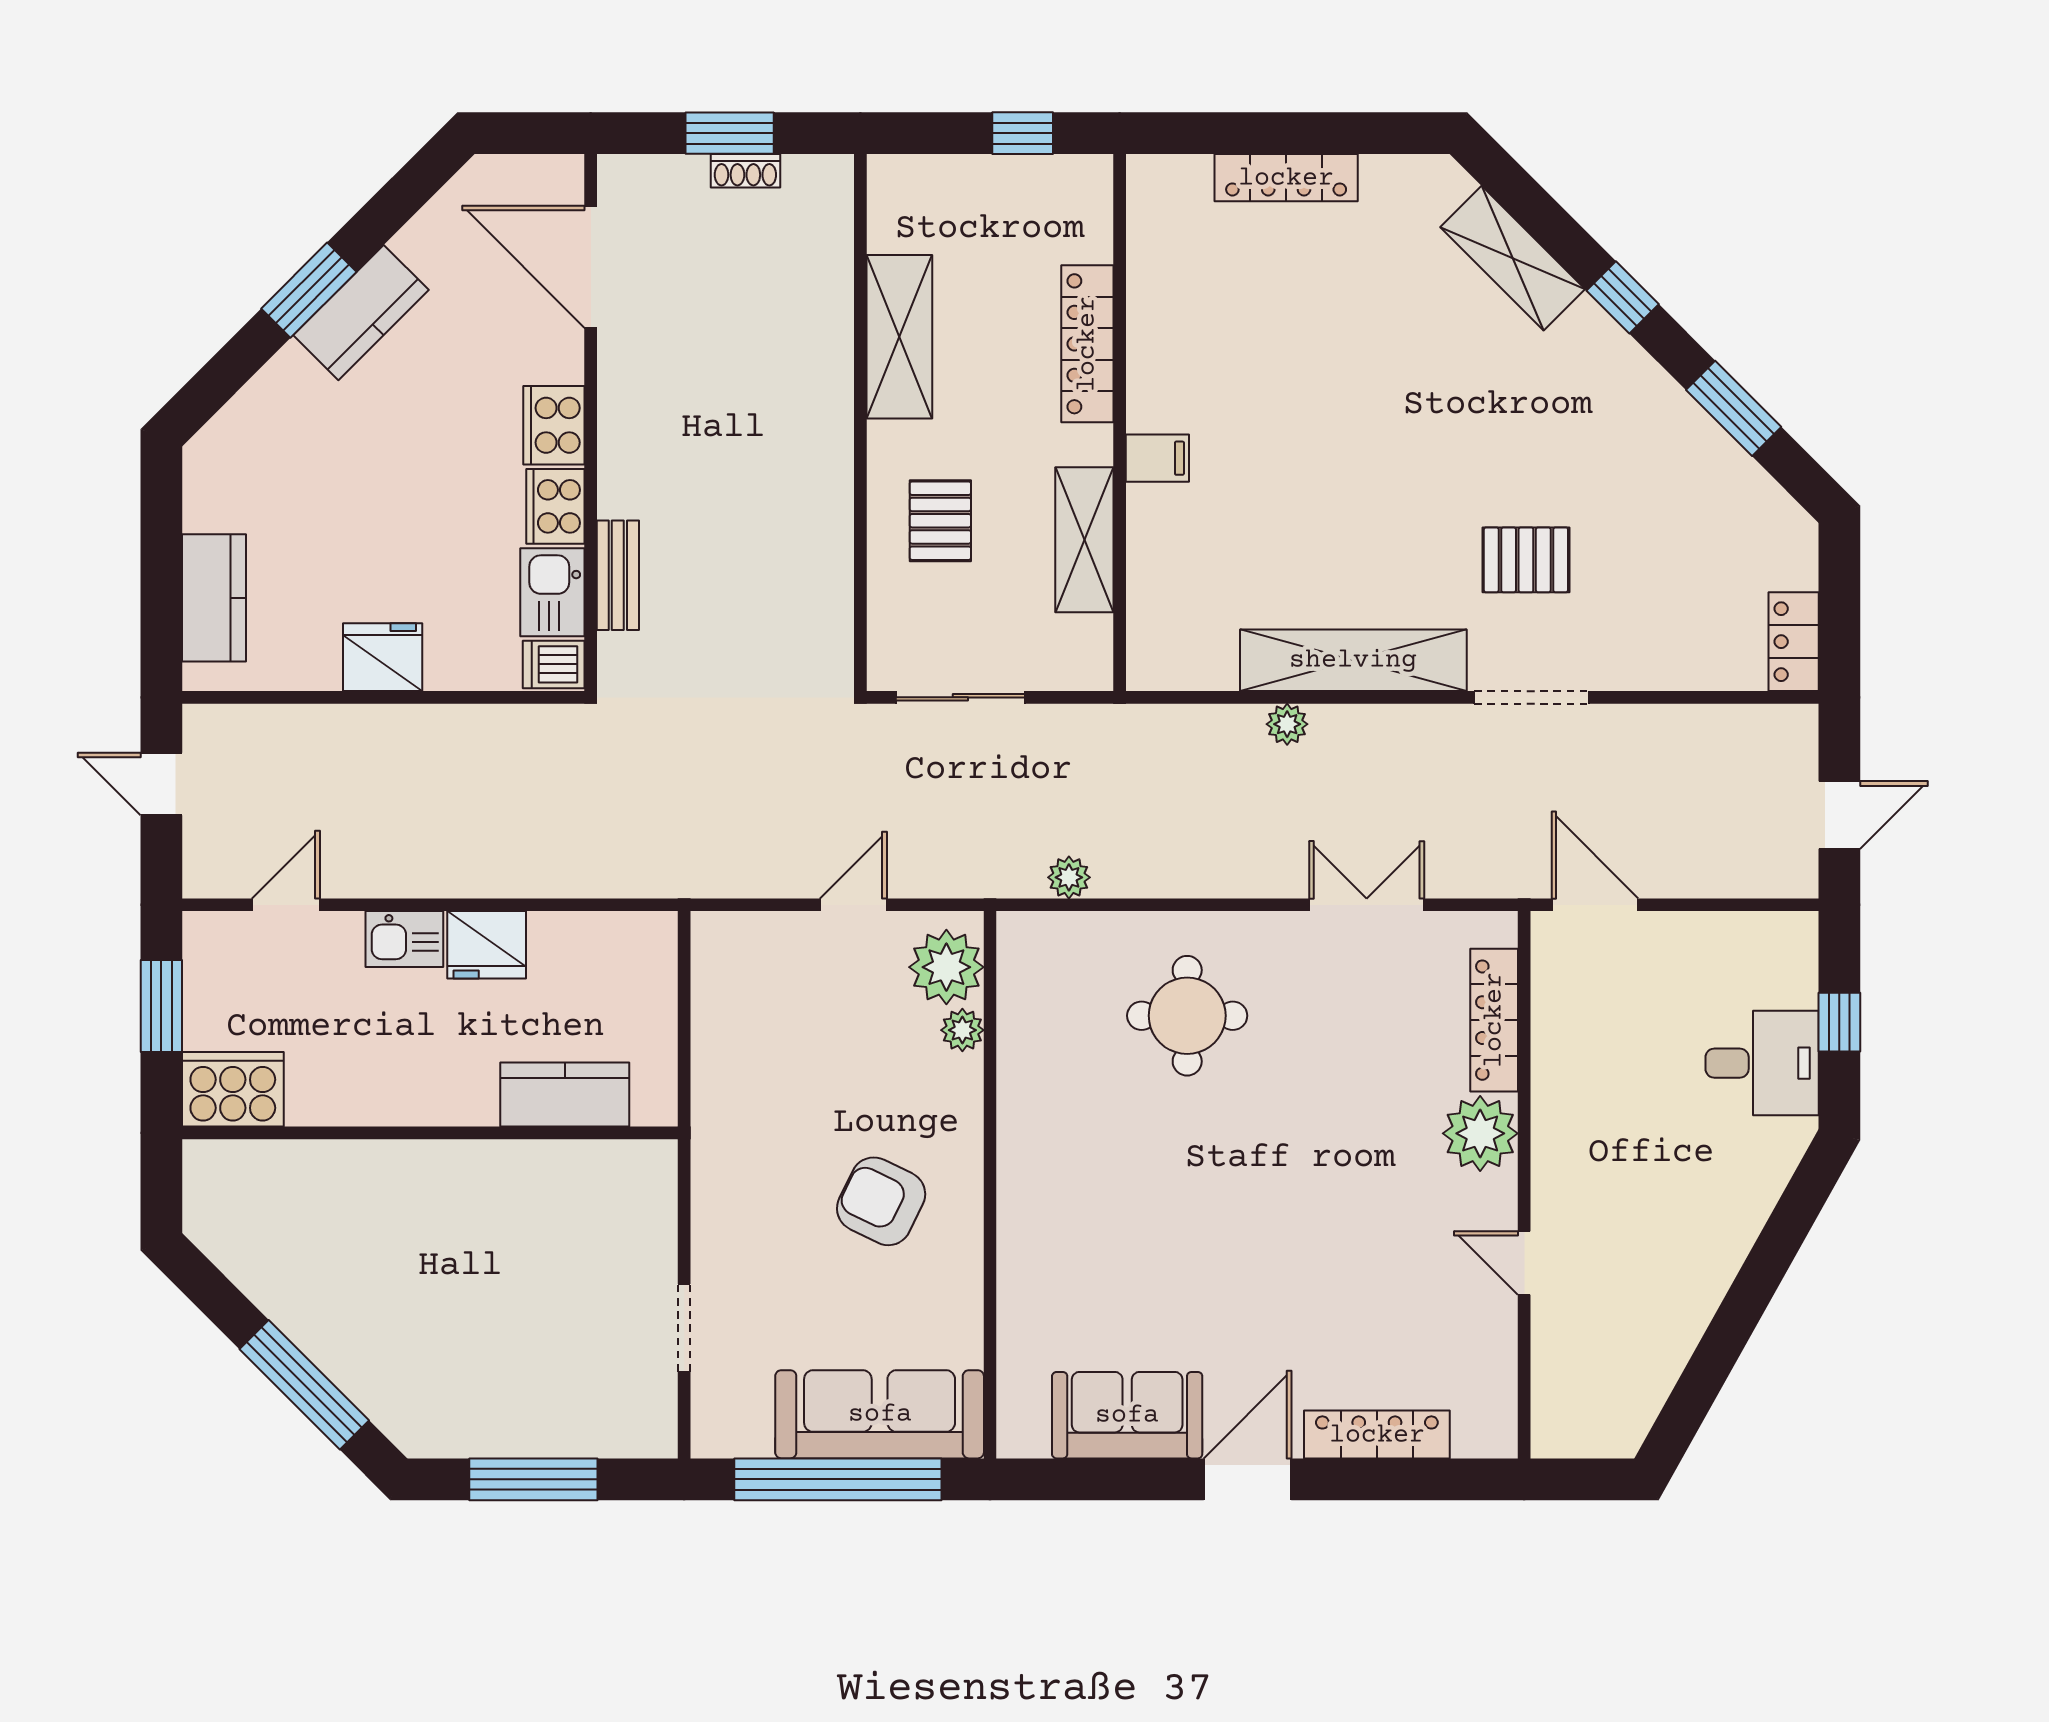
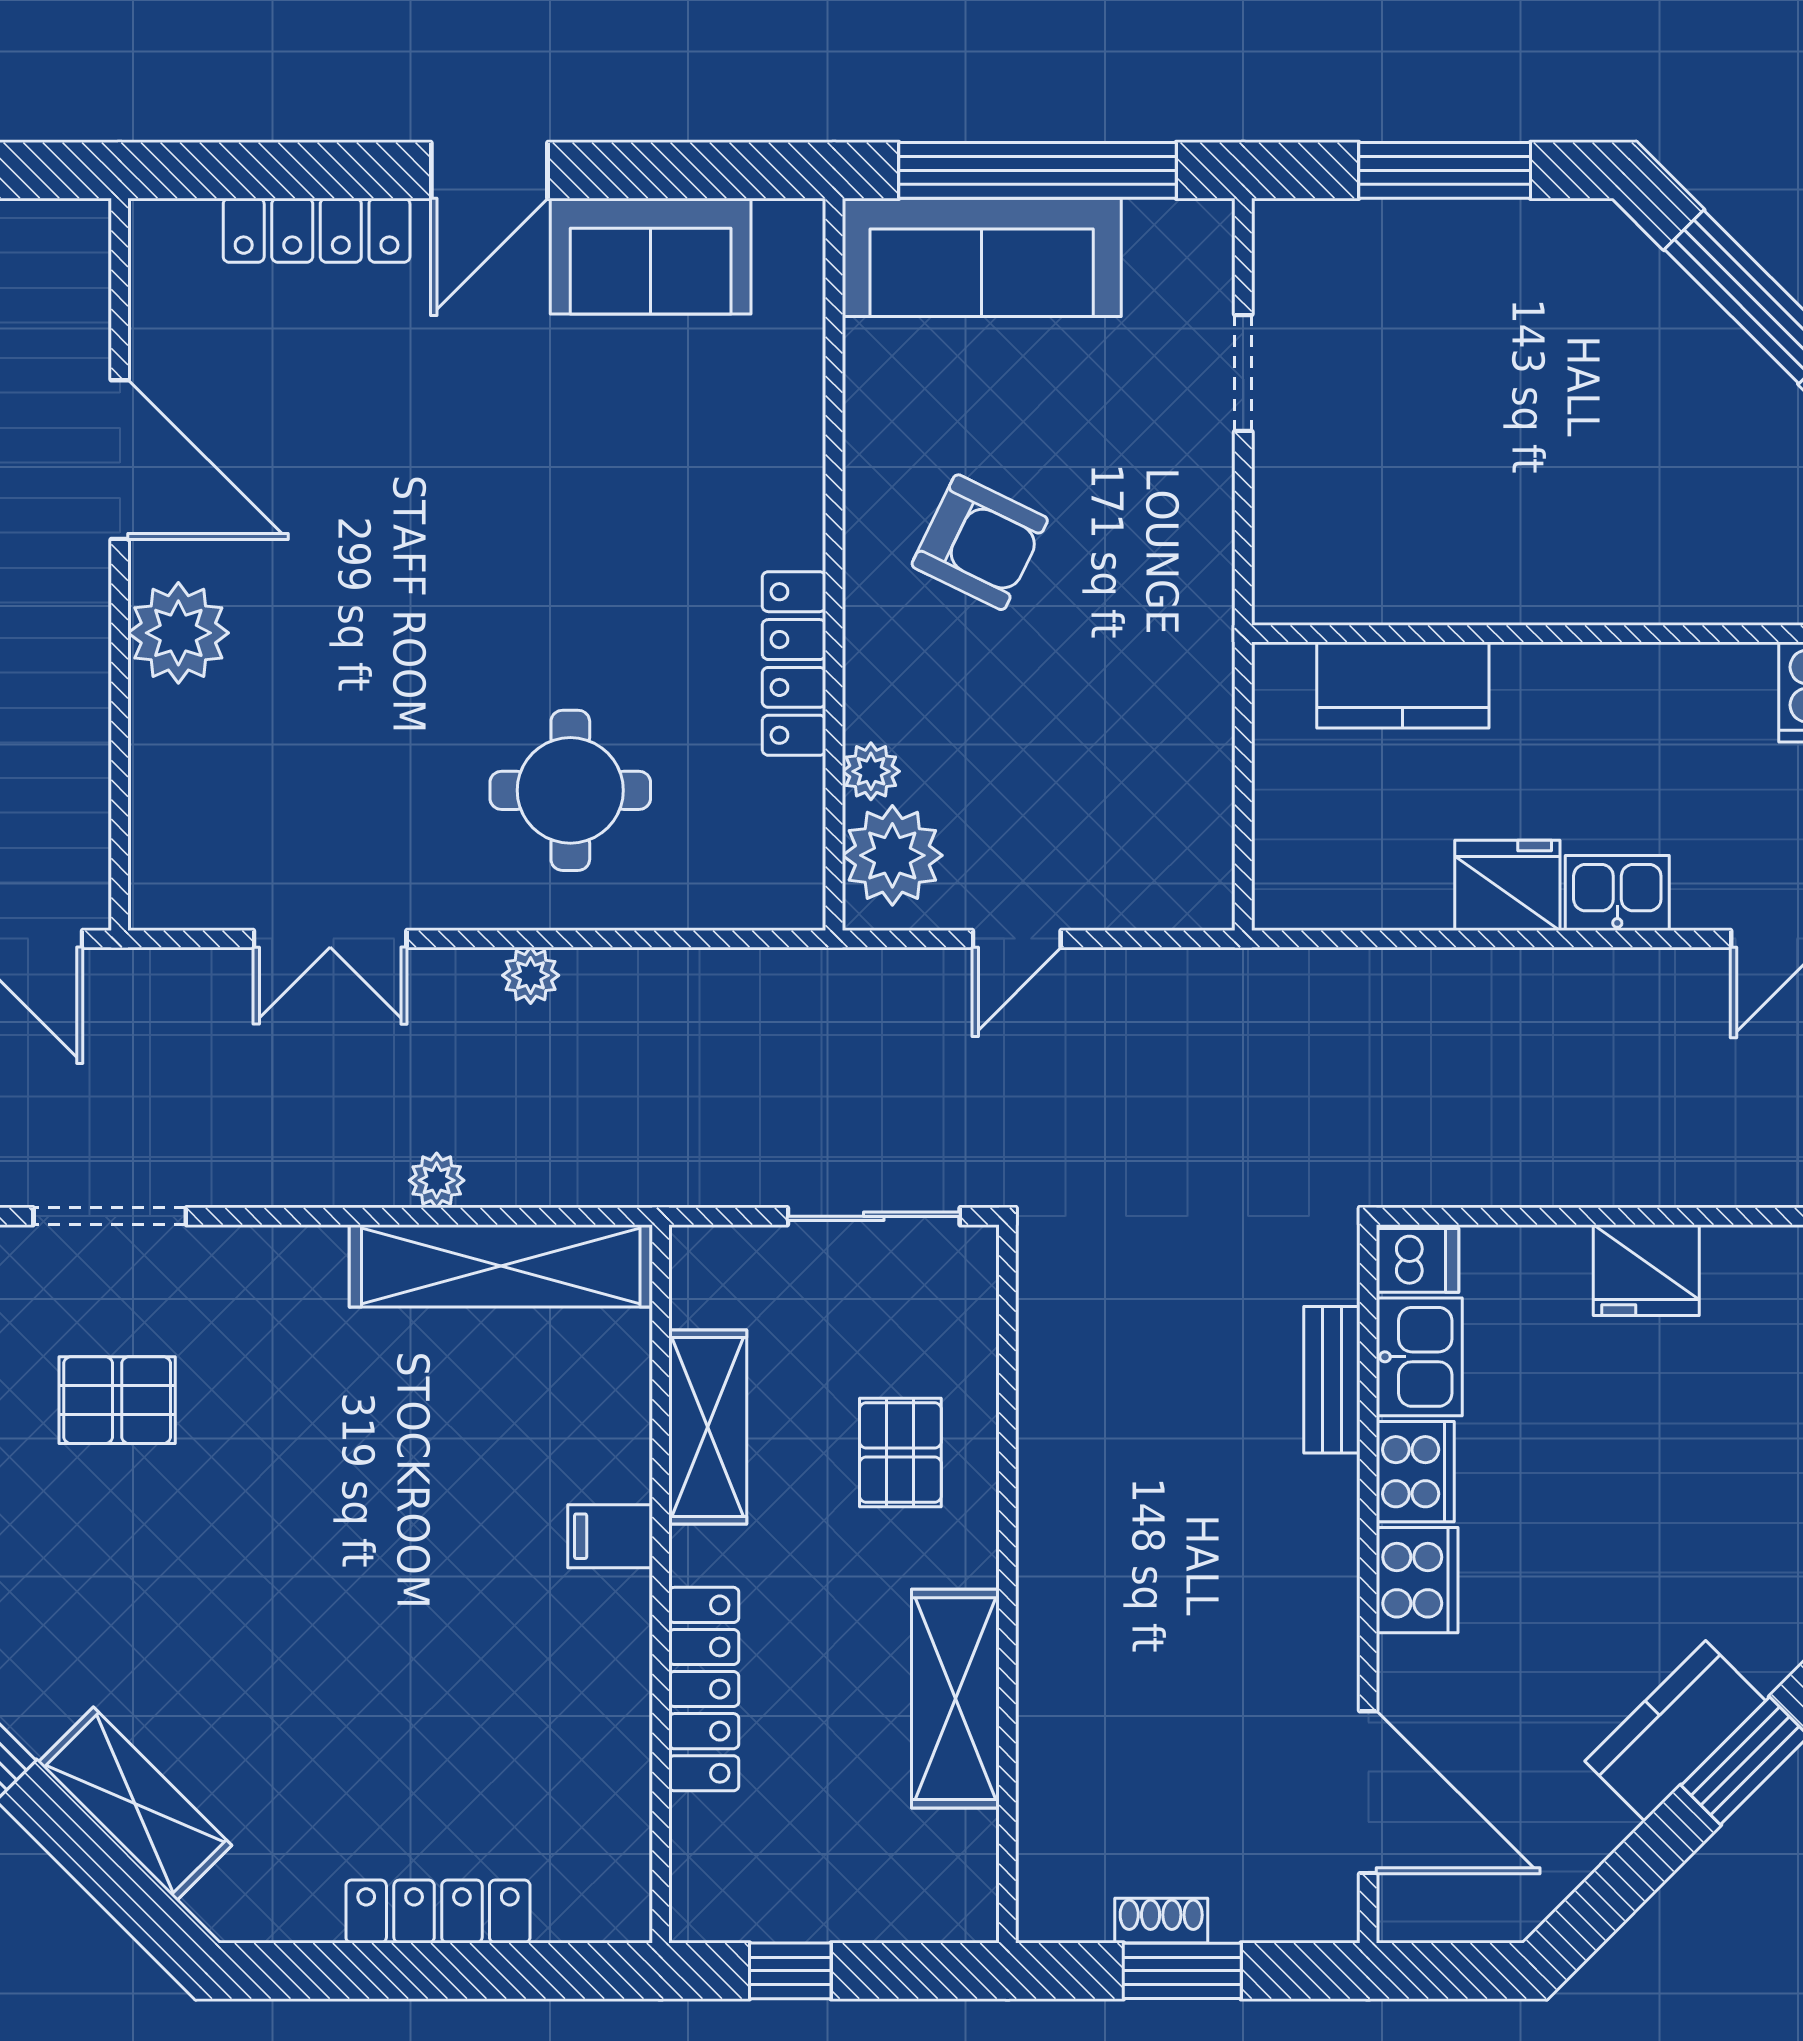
shelving: (1353, 660) -> (501, 1266), moved
plant: (1069, 877) -> (531, 975), moved
locker: (1494, 1020) -> (794, 663), moved, turned 180
door: (1524, 1263) -> (120, 460), width x1.88

